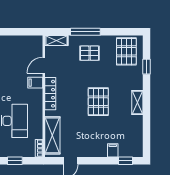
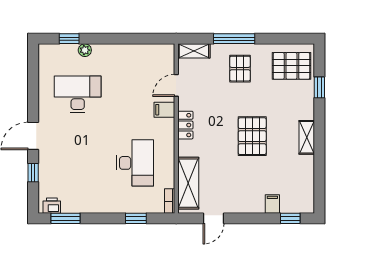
pallet: (126, 51) -> (291, 66), turned 90
pallet: (90, 53) -> (240, 69), turned 90
locker: (50, 94) -> (185, 125), width x0.66

